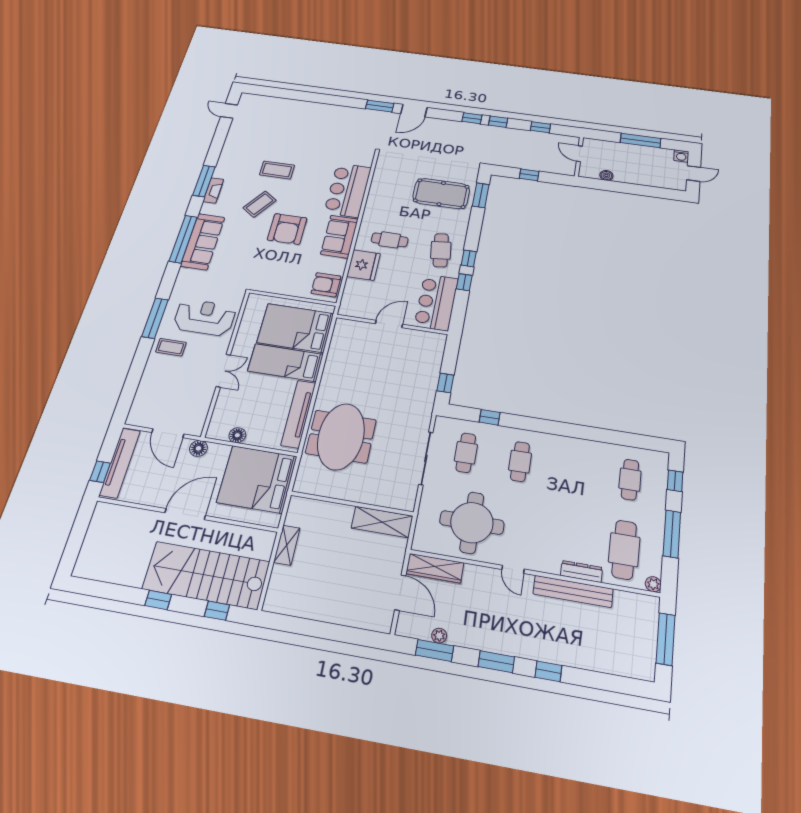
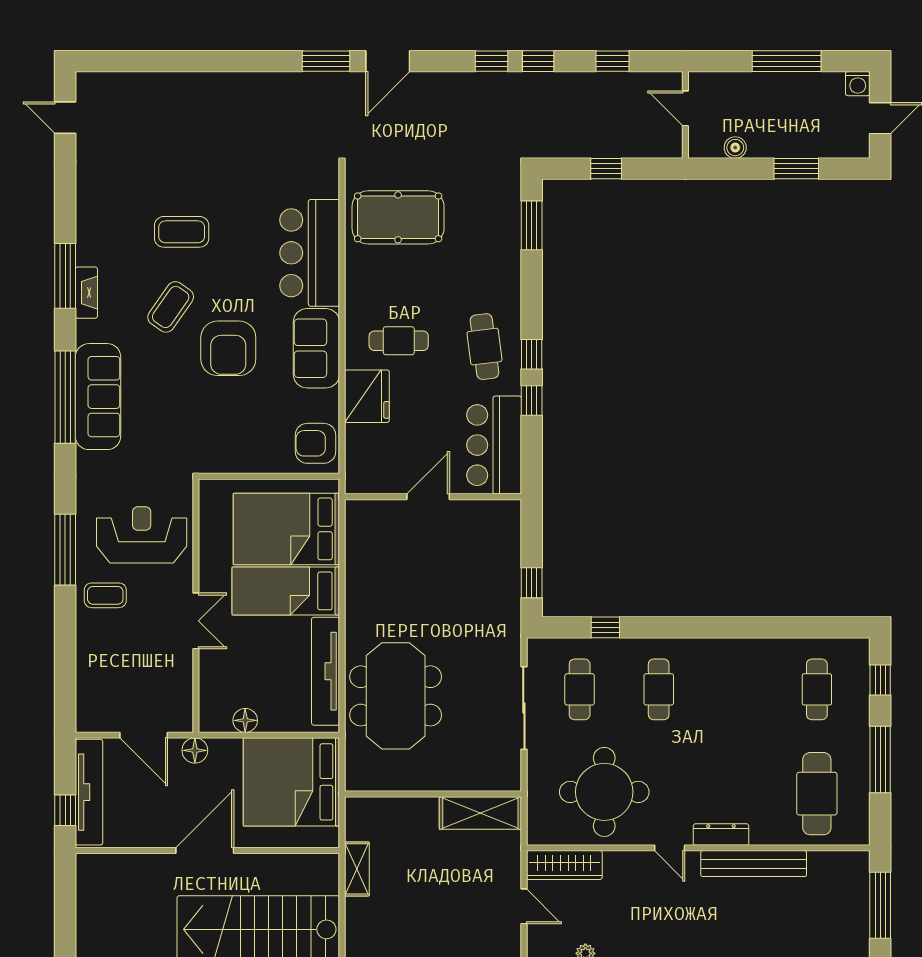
window: (642, 190) -> (796, 169), added
pool table: (441, 194) -> (398, 217), moved
dresser: (581, 572) -> (721, 834), moved
plant: (653, 584) -> (859, 835), removed
door: (400, 593) -> (524, 906), width x0.73

